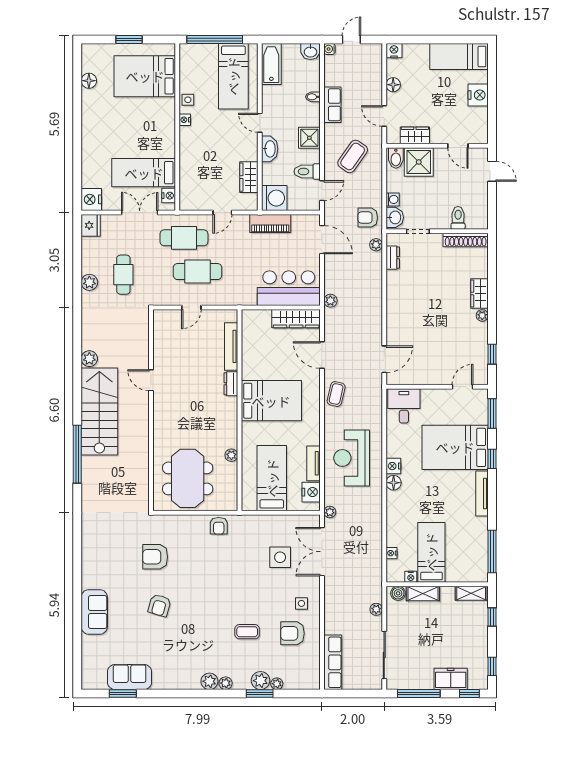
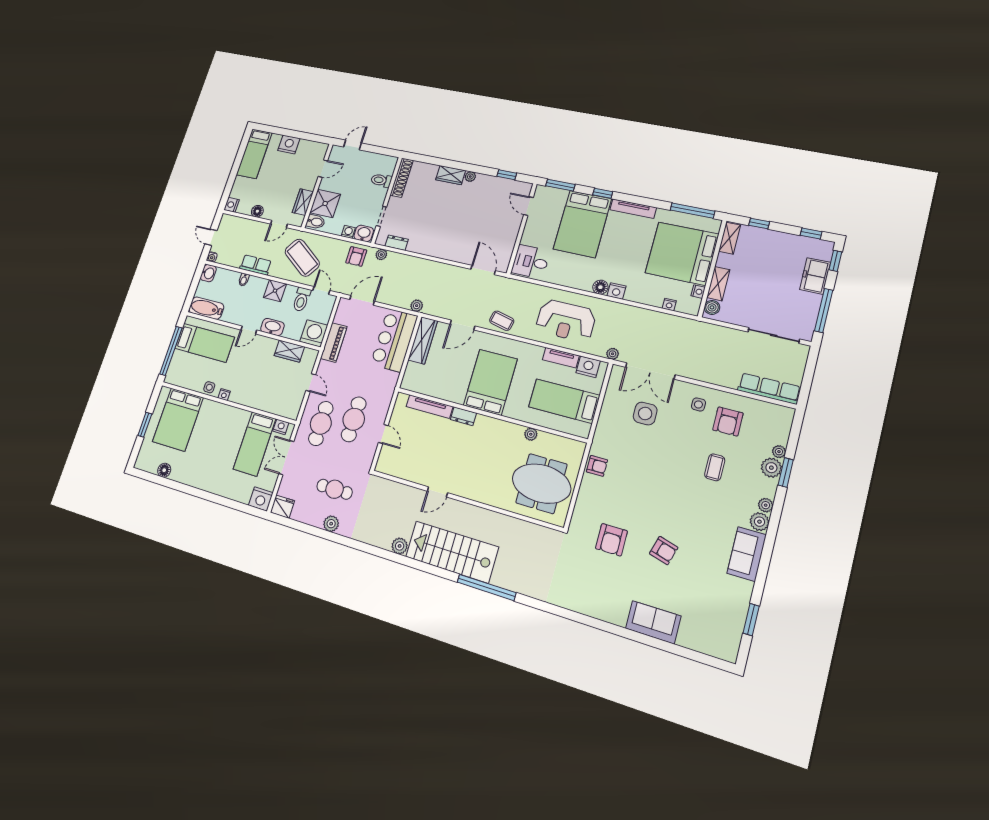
coffee table: (353, 156) -> (302, 258), width x1.36, depth x1.32
nightstand: (393, 466) -> (616, 291), moved
bed: (431, 552) -> (682, 254), width x2.04
plant: (376, 609) -> (723, 332), removed
sofa: (130, 677) -> (747, 554), moved

